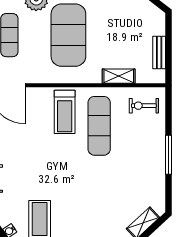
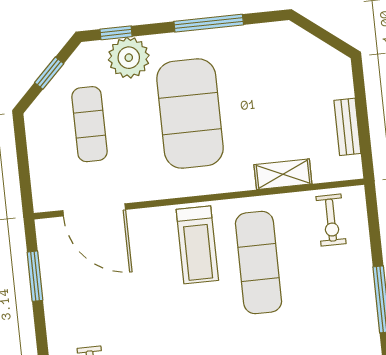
exercise bike: (144, 106) -> (331, 220), turned -90

